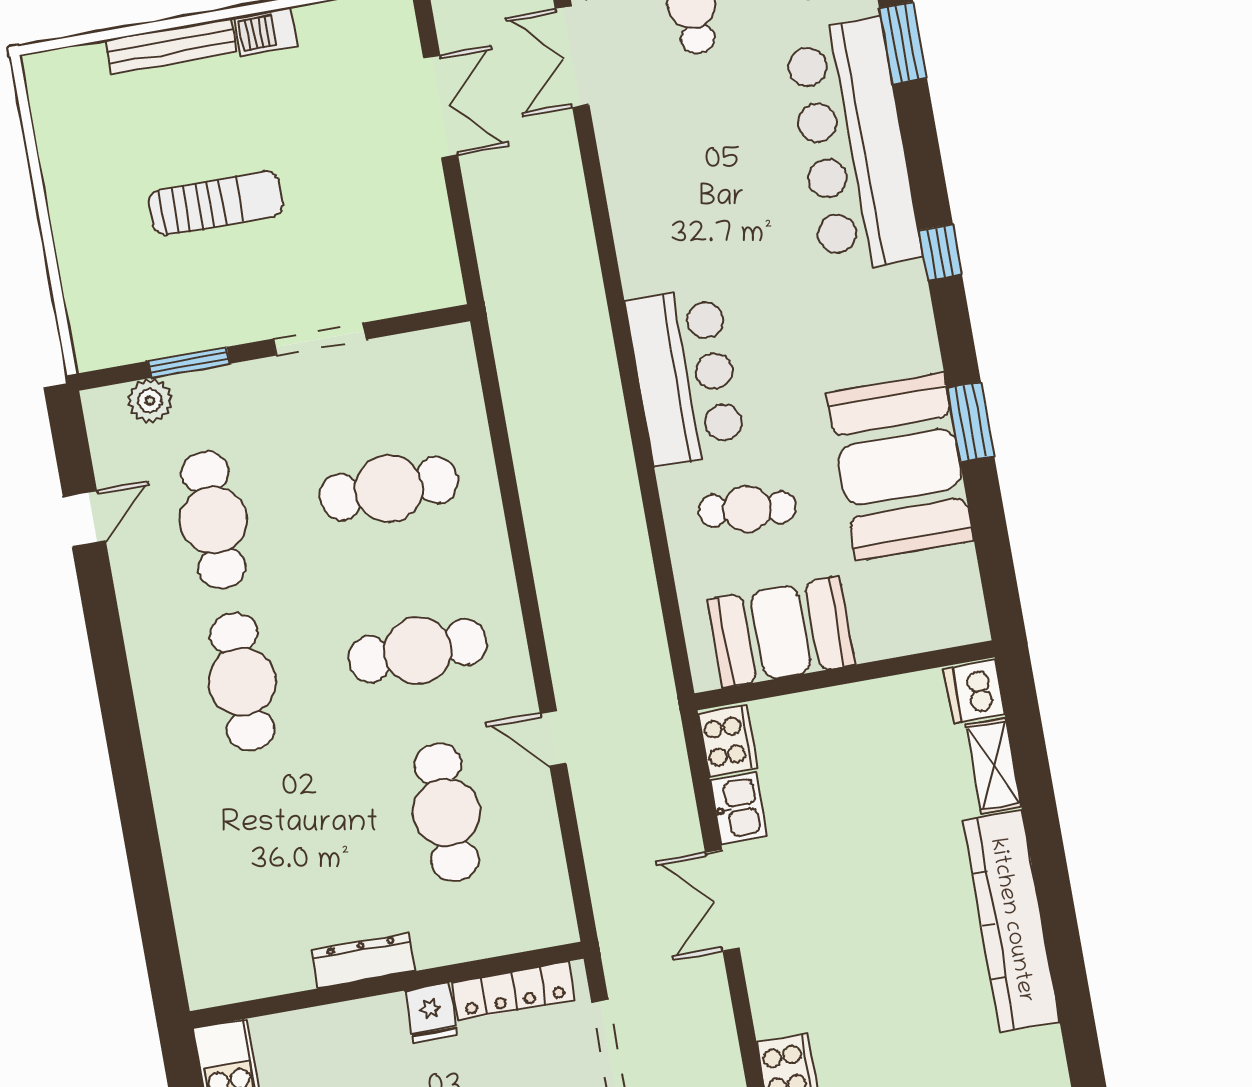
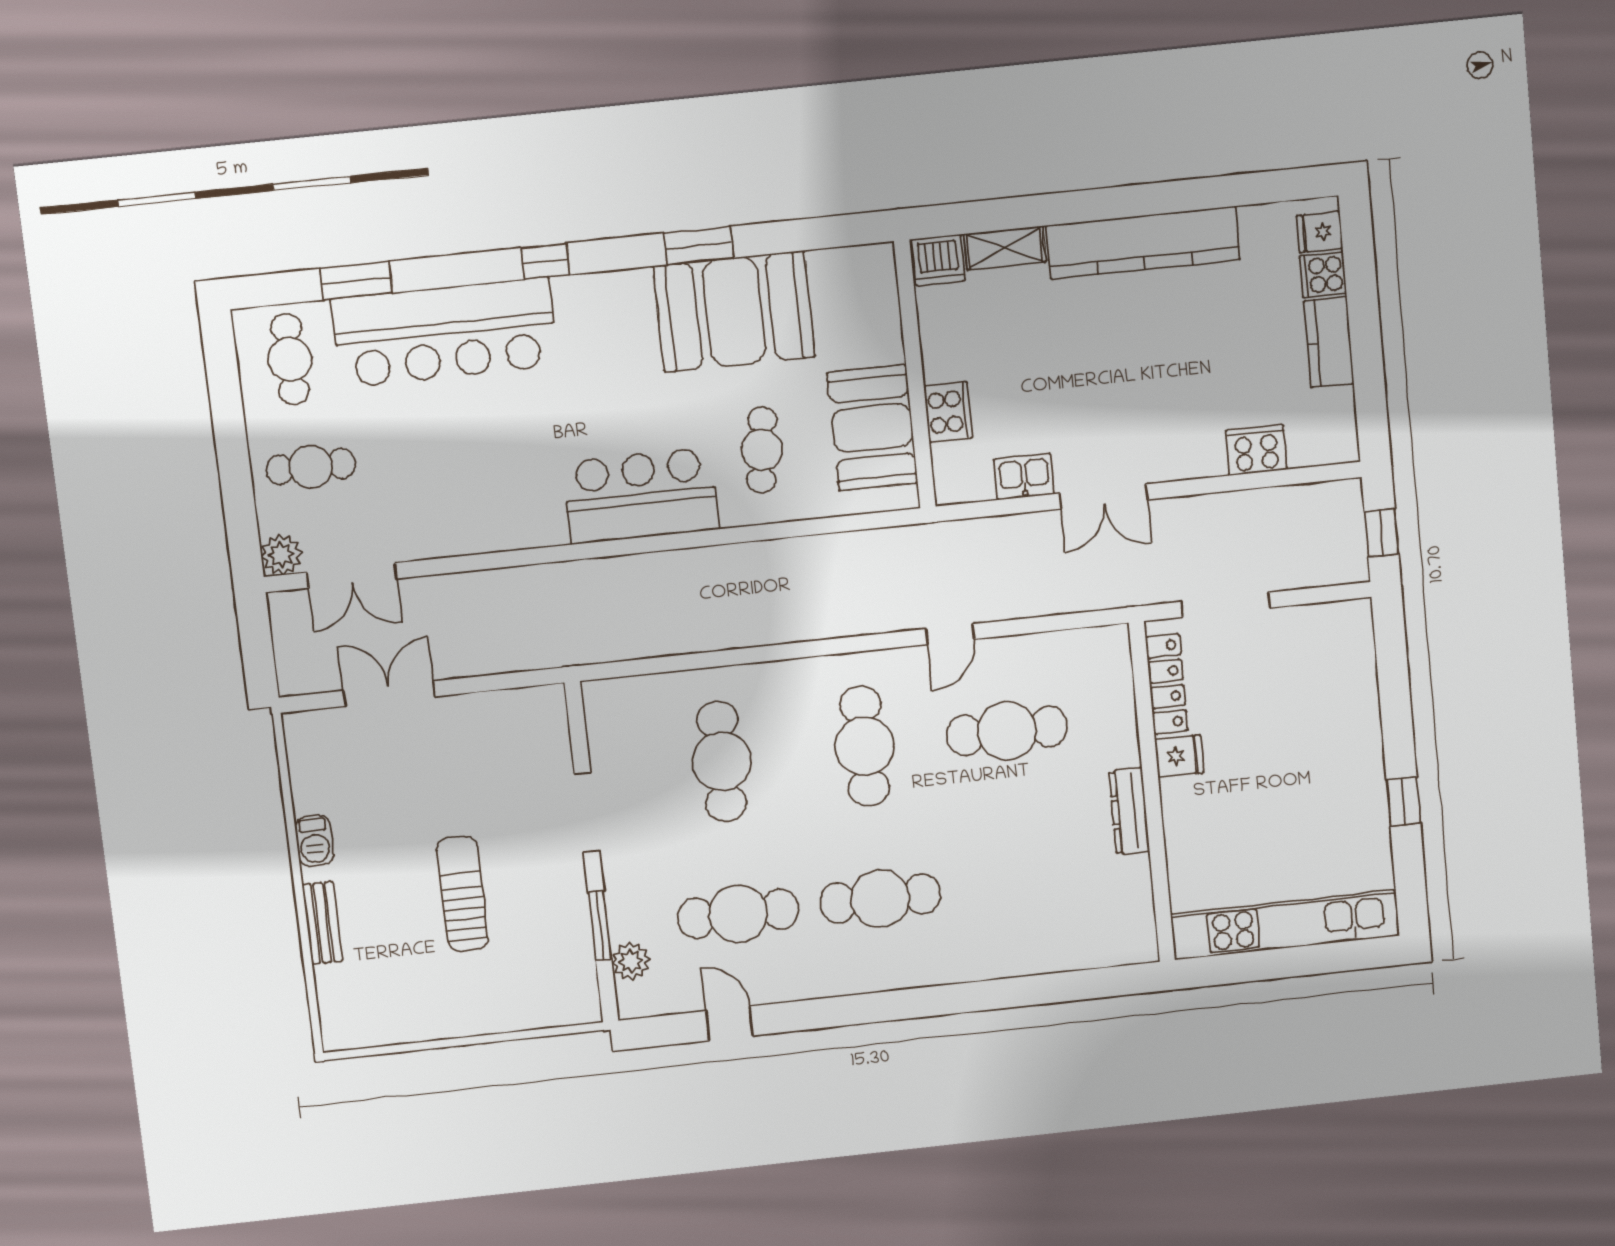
bench: (171, 46) -> (322, 923), width x0.73
cooker: (728, 741) -> (948, 412), moved, turned 90

